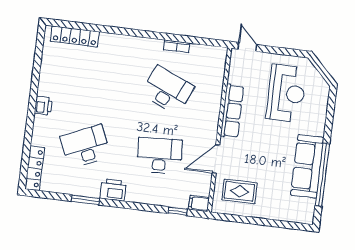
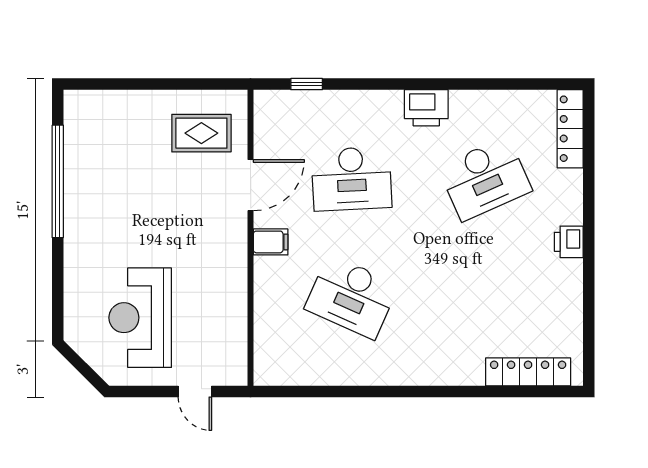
bookcase: (177, 46) -> (345, 377), removed
door: (247, 47) -> (195, 391), moved
row of seats: (232, 111) -> (232, 274), removed
sofa: (307, 166) -> (87, 192), removed
window: (85, 200) -> (473, 84), removed
filing cabinet: (199, 203) -> (271, 242), moved

